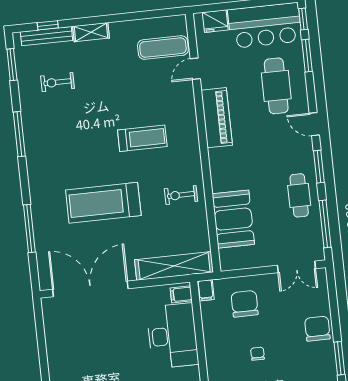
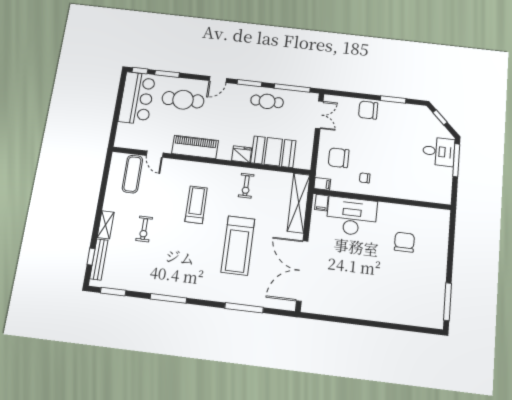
fridge: (215, 21) -> (242, 154), moved, turned -90
exercise bike: (57, 82) -> (144, 229), moved
chair: (257, 354) -> (365, 178), moved

